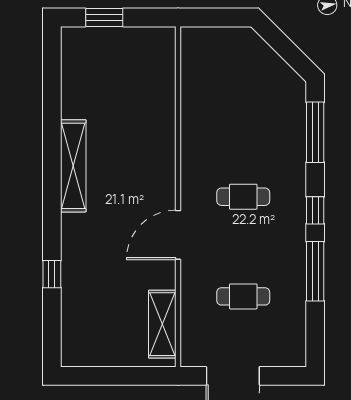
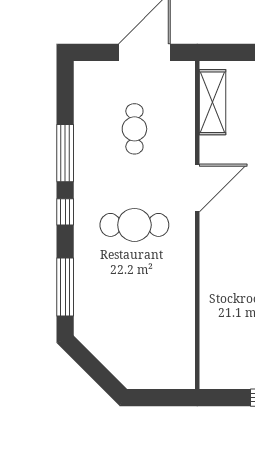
cafe table: (243, 197) -> (134, 225), width x1.37, depth x1.35
cafe table: (243, 296) -> (134, 129), turned 90

